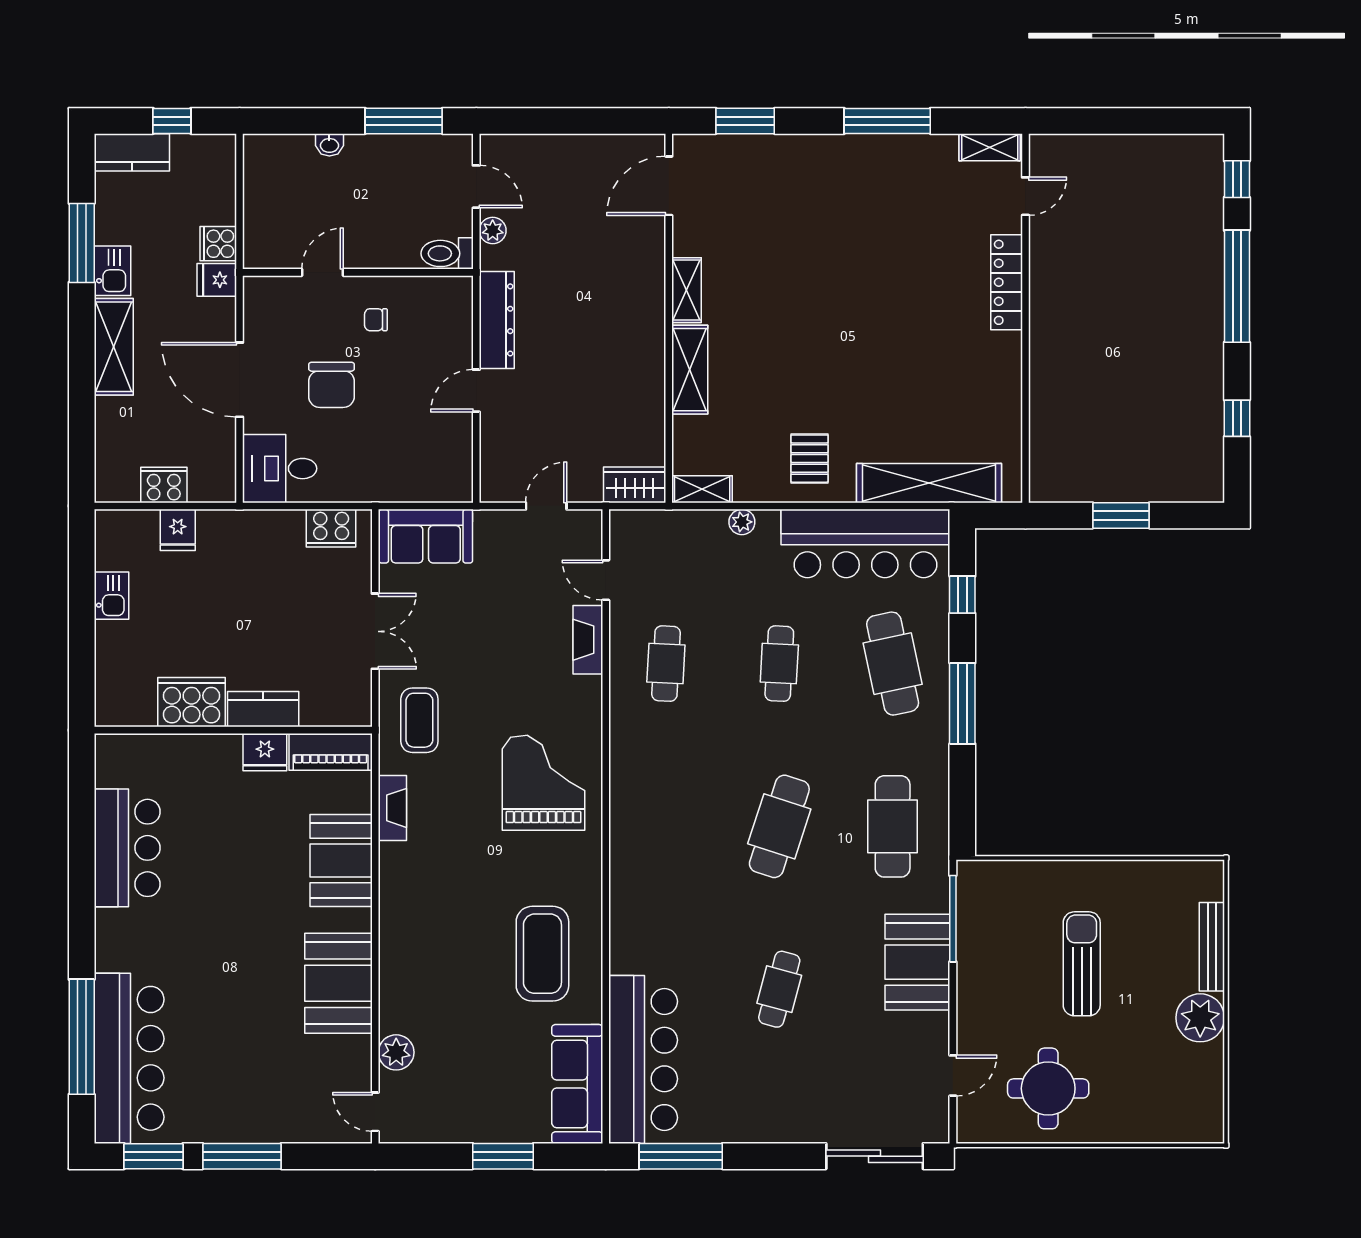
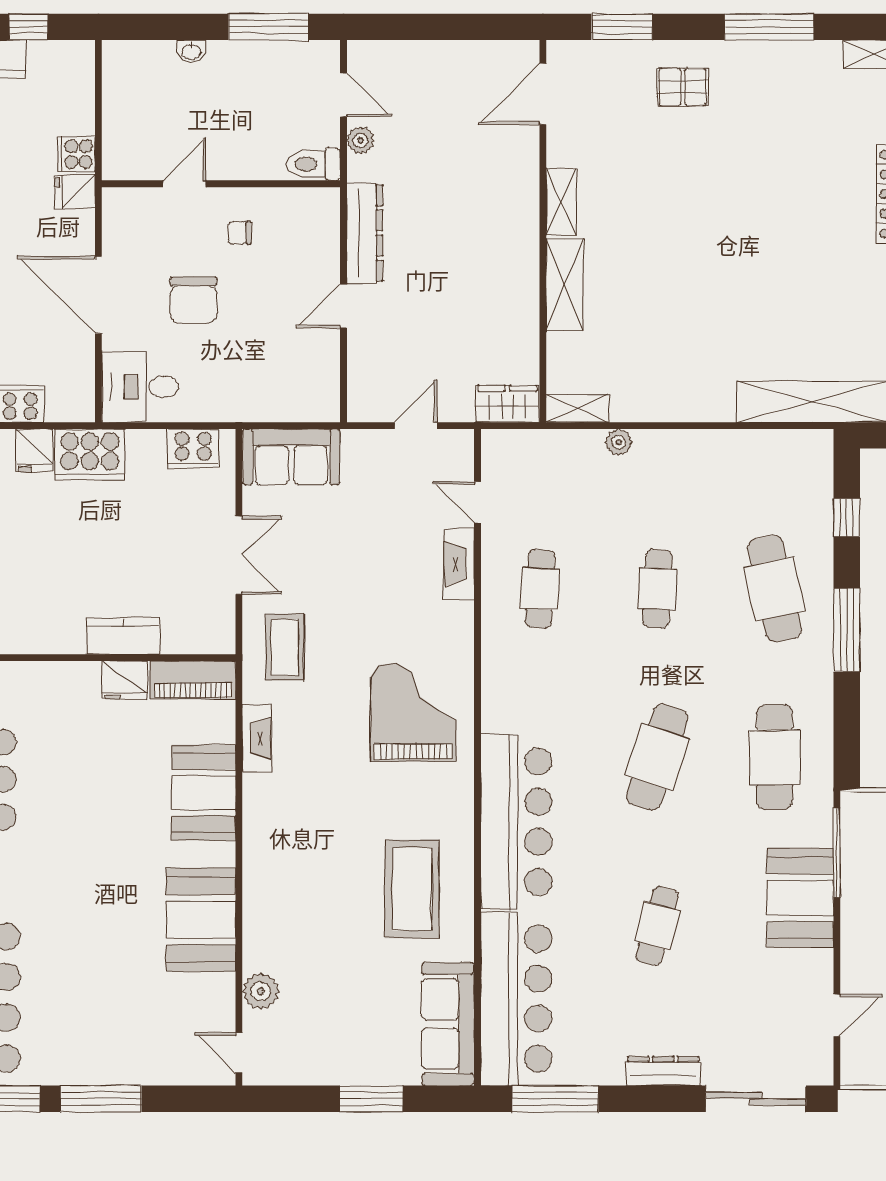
pallet: (809, 459) -> (683, 87), moved, turned 90
bar counter: (865, 543) -> (516, 822), moved, turned -90
cooker: (192, 702) -> (90, 454), moved, turned 180
dresser: (785, 1129) -> (663, 1071), added

